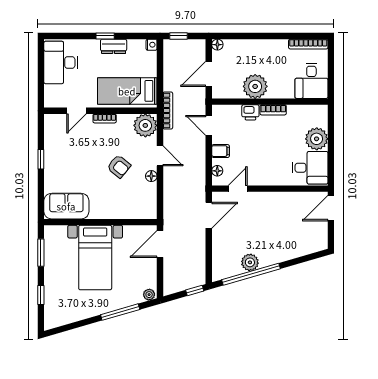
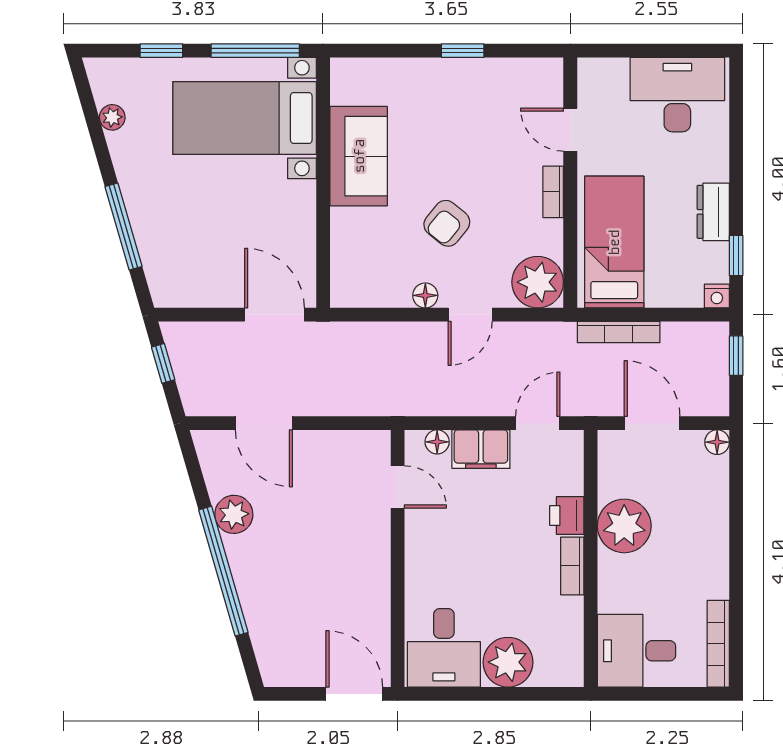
window: (105, 36) -> (736, 255), moved
bookcase: (168, 110) -> (619, 332), moved
filing cabinet: (221, 151) -> (481, 449), width x2.00
sofa: (66, 206) -> (359, 156), moved
door: (209, 215) -> (264, 423), moved
window: (41, 253) -> (255, 51), width x1.44
bed with nightstands: (95, 258) -> (245, 118), moved
window: (251, 274) -> (223, 571), moved
window: (195, 291) -> (163, 363), moved
plant: (149, 295) -> (112, 117), moved

